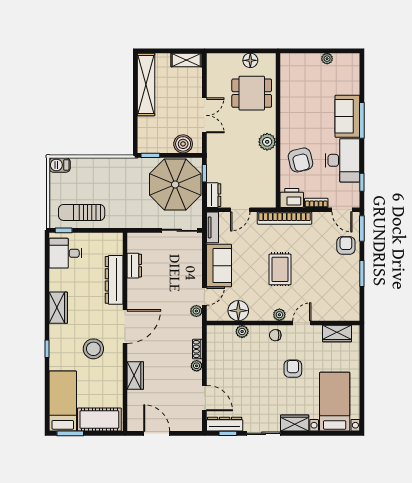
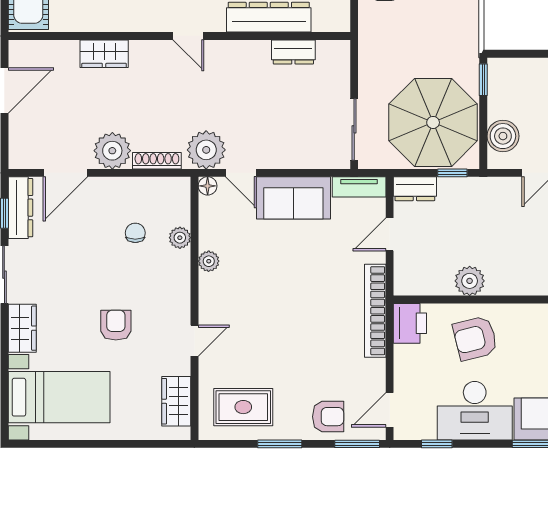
plant: (267, 142) -> (470, 281), moved
bookcase: (316, 203) -> (401, 365), removed
door: (240, 210) -> (390, 234), hinge flipped
rug: (280, 269) -> (243, 407), moved
plant: (196, 311) -> (206, 150), width x1.87, depth x1.87
floor lamp: (238, 311) -> (208, 186), moved, width x0.53, depth x0.53
plant: (279, 315) -> (209, 261), moved
door: (302, 323) -> (194, 341), hinge flipped
door: (125, 327) -> (188, 36), width x0.53
chair: (275, 335) -> (135, 233), moved
shoe rack: (197, 349) -> (157, 161), width x1.43
plant: (197, 366) -> (112, 151), width x1.87, depth x1.87
armchair: (293, 369) -> (116, 325), turned -90

